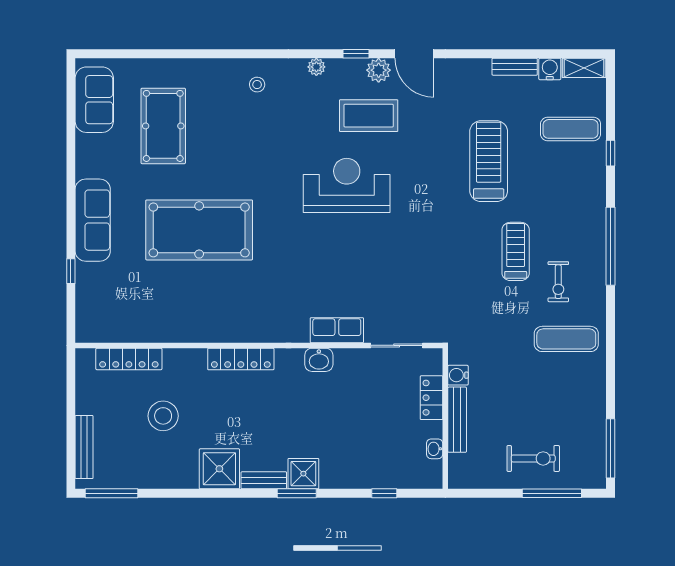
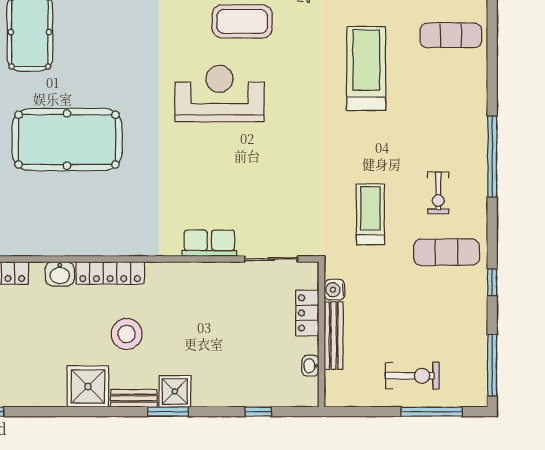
window: (611, 153) -> (492, 282), moved
treadmill: (516, 251) -> (370, 214), moved
washbasin: (319, 360) -> (60, 274), moved
stool: (163, 416) -> (127, 334), moved

